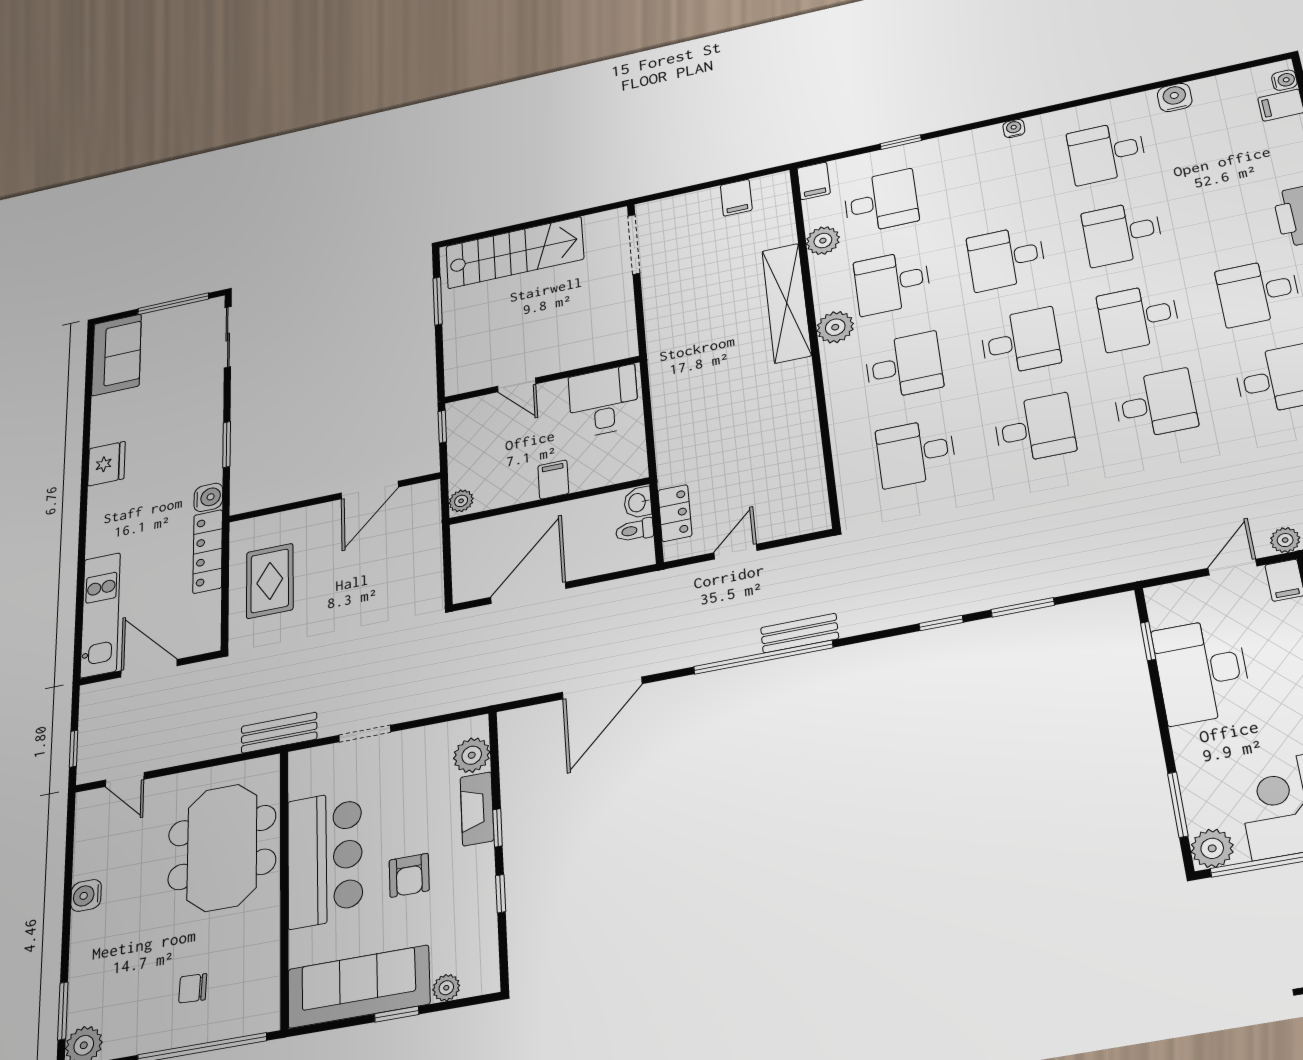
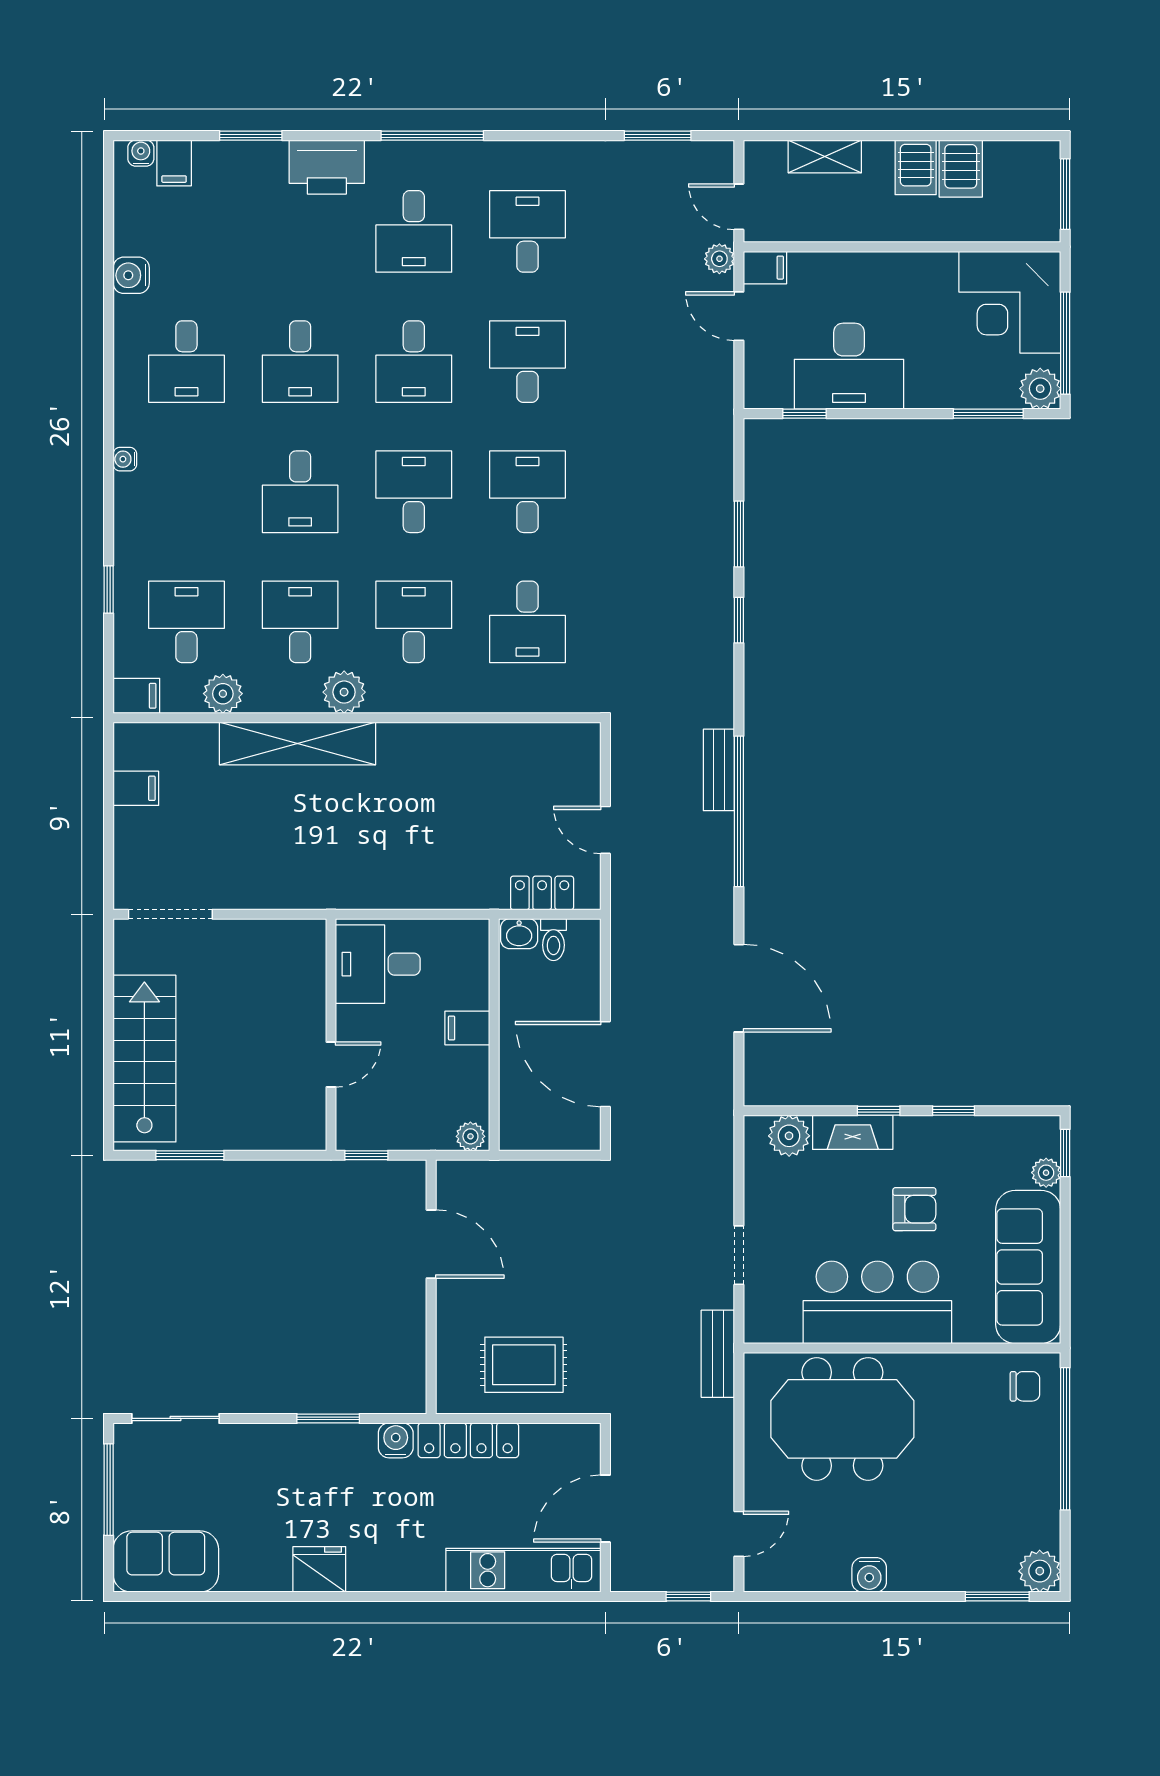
desk: (892, 282) -> (300, 622), turned 180
chair: (193, 988) -> (1025, 1386), moved, turned -93
window: (397, 1014) -> (1065, 1153), moved

